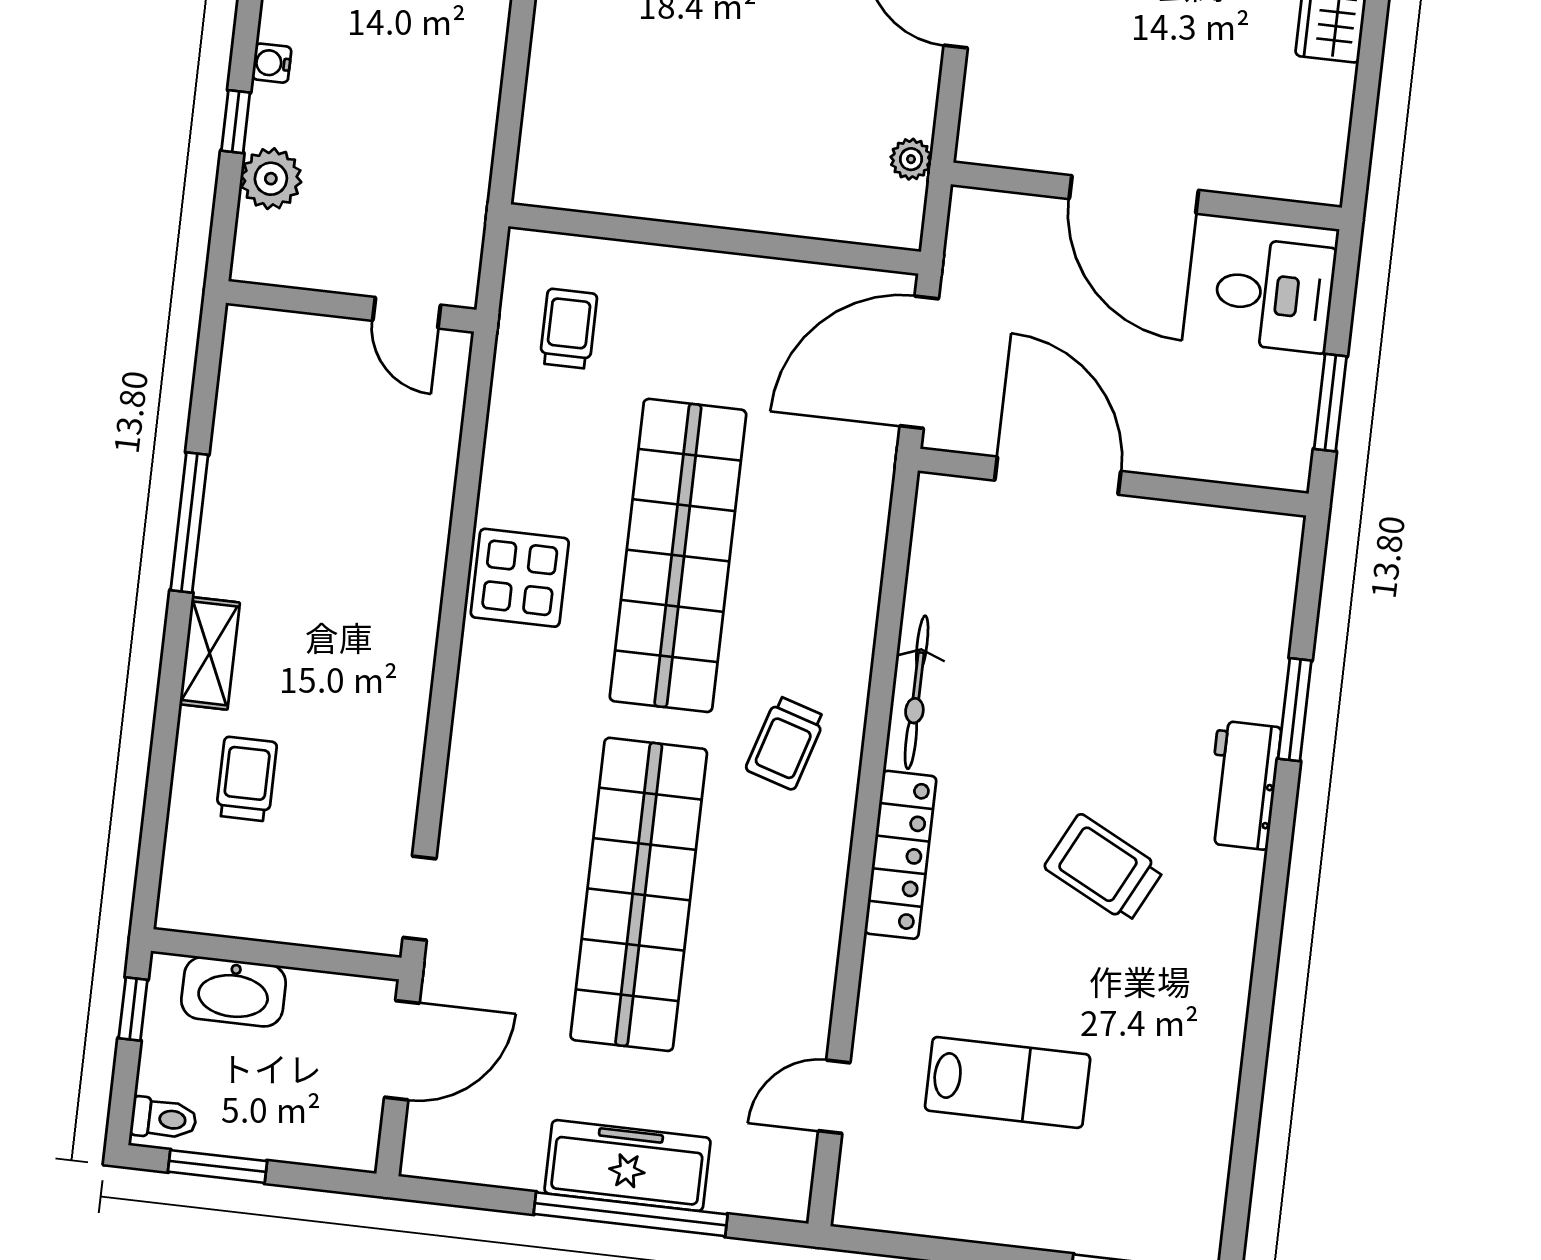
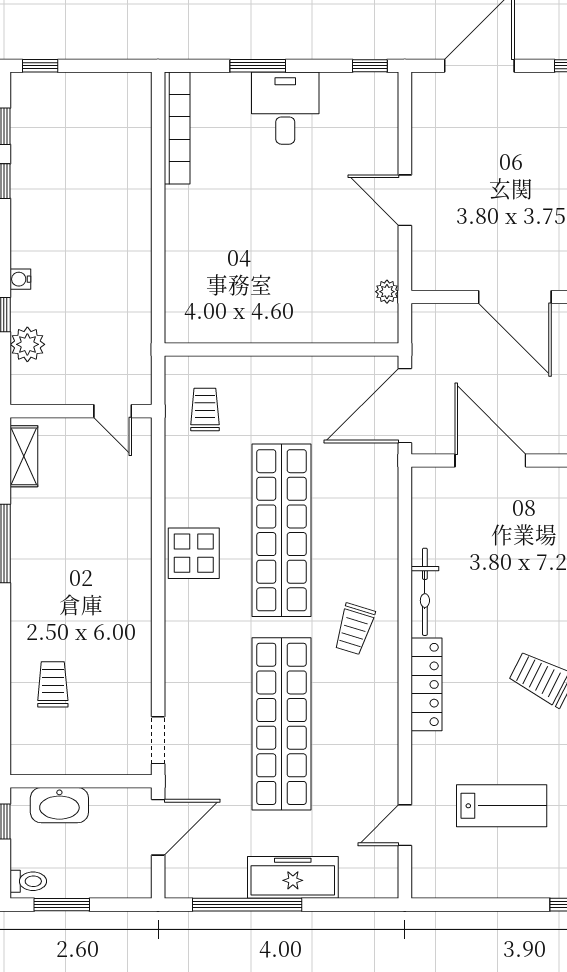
shelving: (210, 653) -> (24, 456), moved
window: (631, 1214) -> (247, 905), moved

